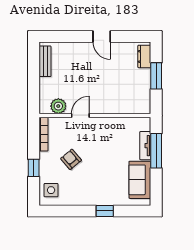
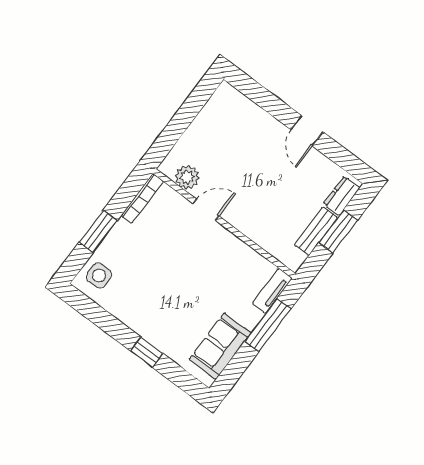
bench: (45, 61) -> (316, 231), moved
tv unit: (145, 146) -> (272, 291), moved
armchair: (71, 159) -> (153, 256), removed
window: (34, 168) -> (98, 231), width x1.50

